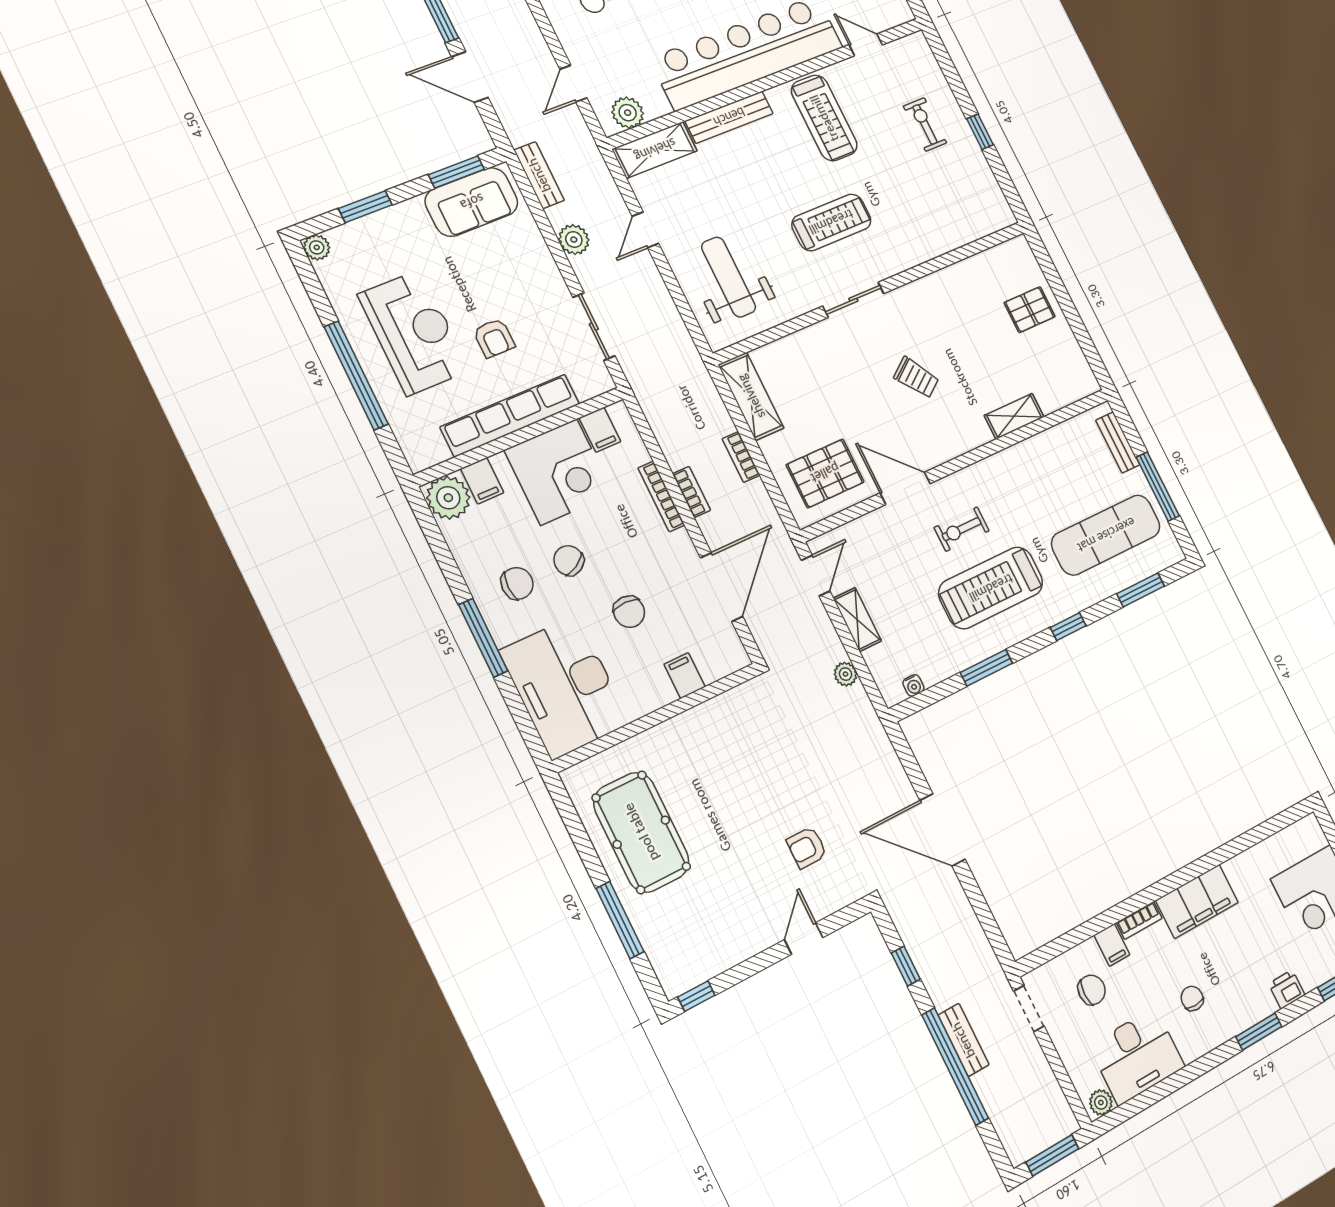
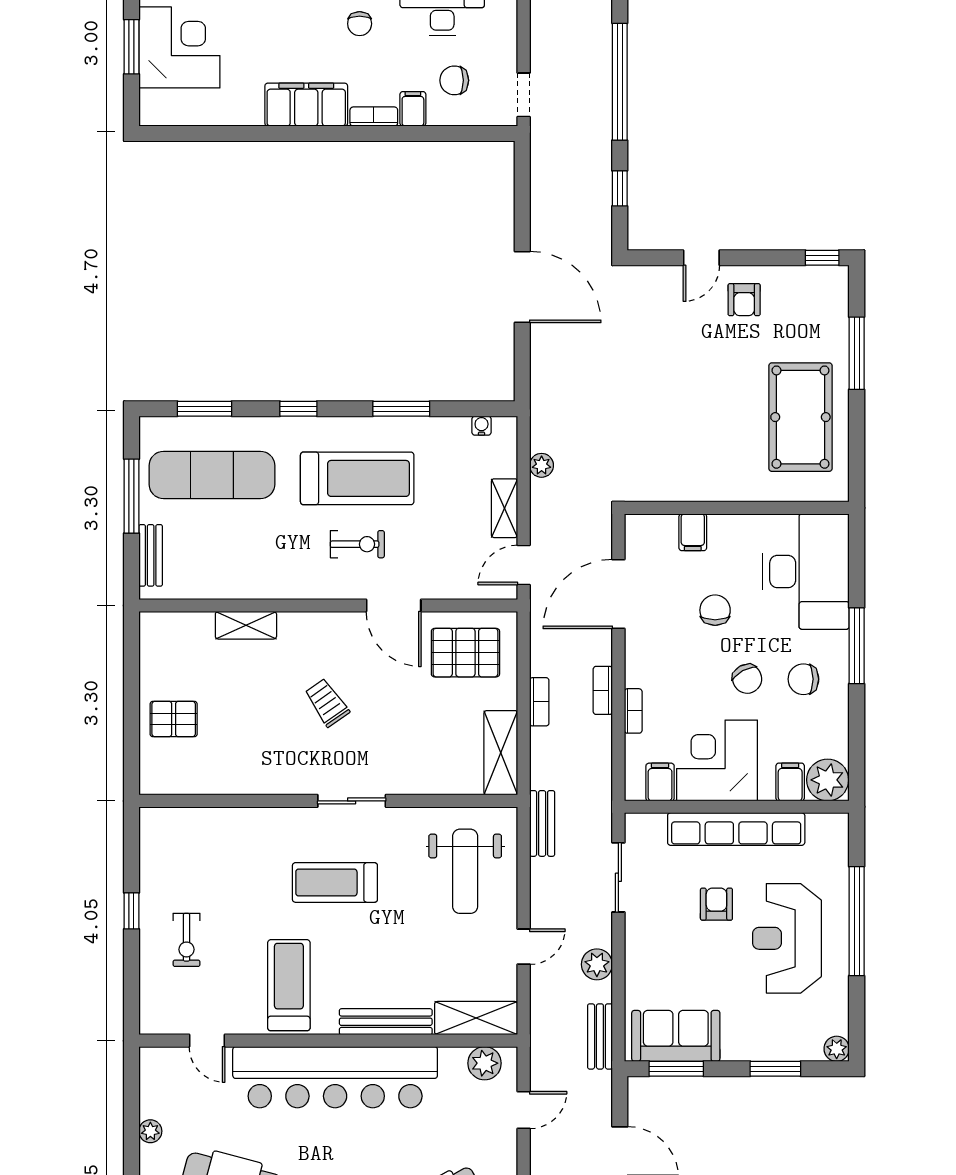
bookcase: (661, 496) -> (633, 711), width x0.64
armchair: (807, 847) -> (744, 300), moved, turned 90
bench: (963, 1040) -> (542, 823), moved

